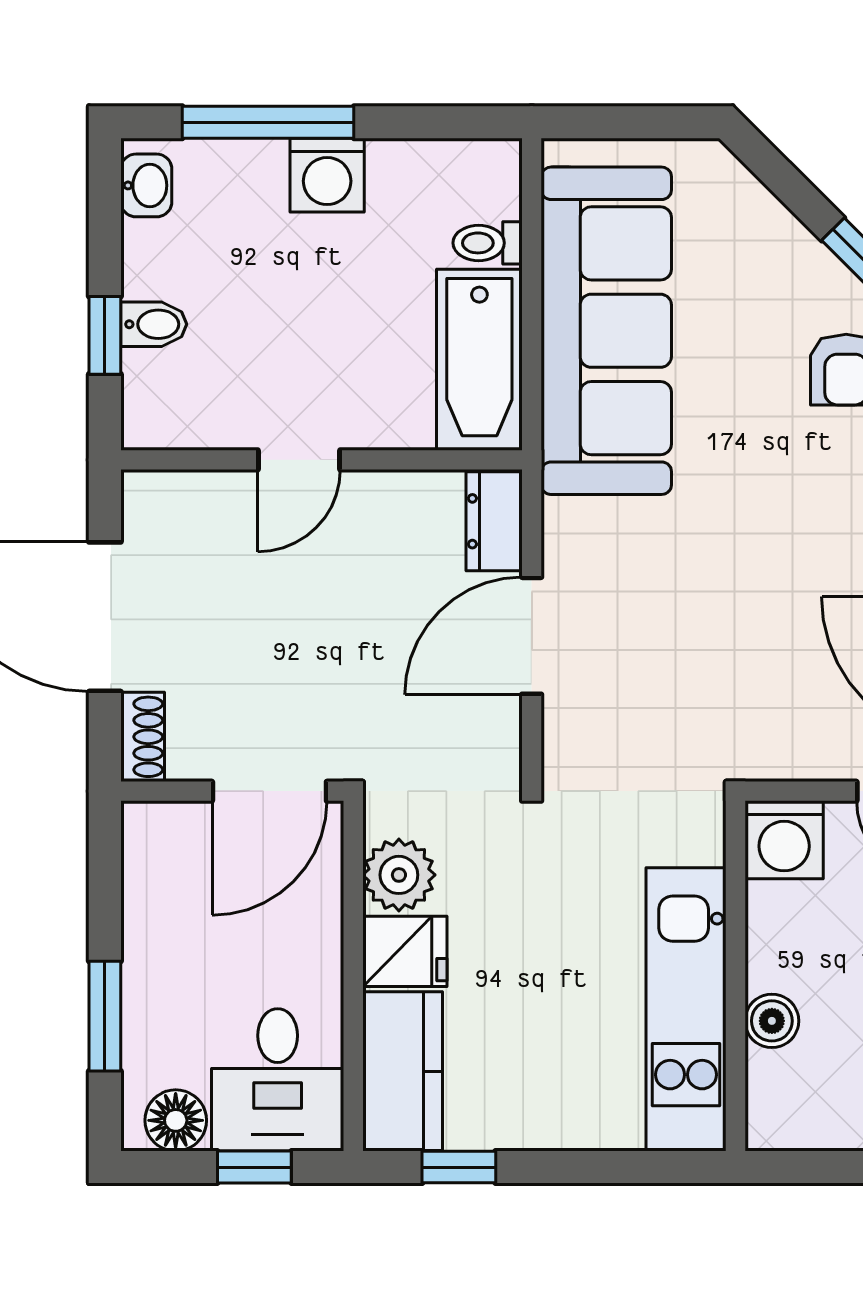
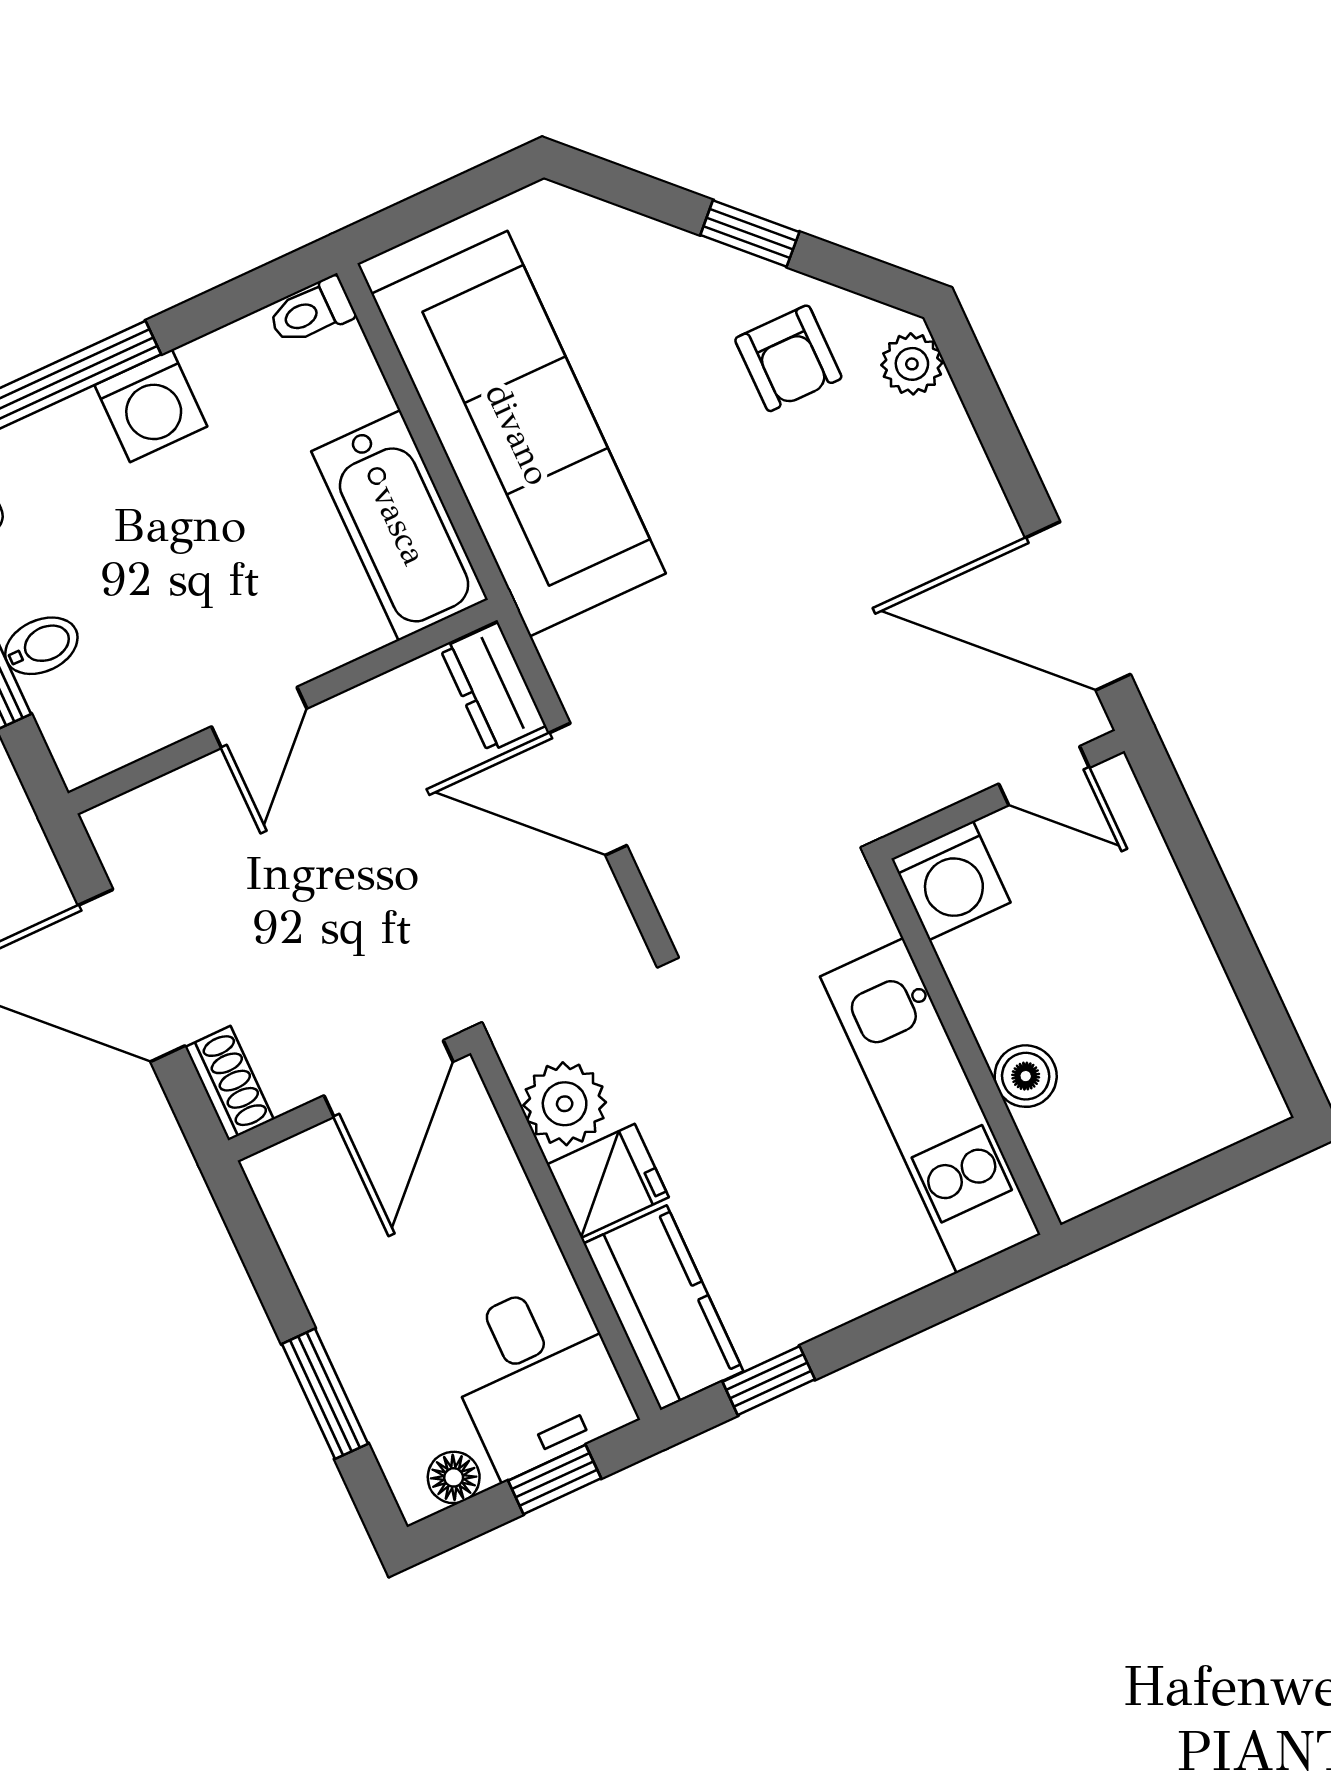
toilet: (488, 243) -> (311, 312), moved
door: (532, 636) -> (588, 789), hinge flipped
floor lamp: (176, 1120) -> (454, 1477), width x0.73, depth x0.73

